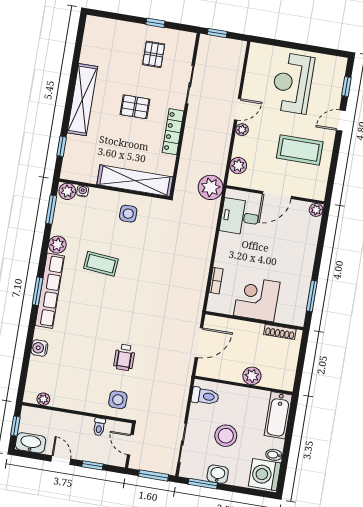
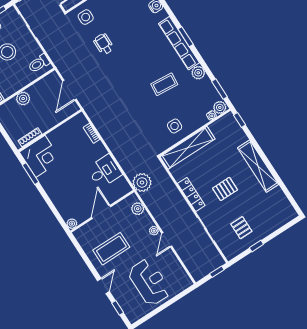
window: (62, 146) -> (240, 120), moved
desk: (240, 217) -> (104, 171), moved
corner desk: (257, 299) -> (40, 156), moved

